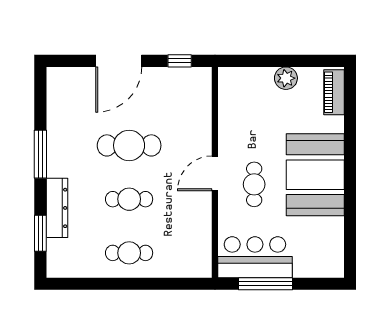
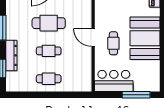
door: (215, 173) -> (93, 38), hinge flipped
window: (265, 284) -> (136, 95), moved

